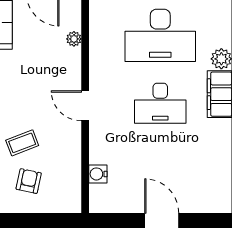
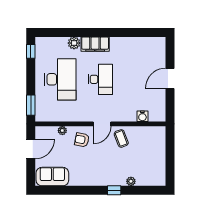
coffee table: (22, 143) -> (121, 138), moved
armchair: (29, 181) -> (82, 140), moved

